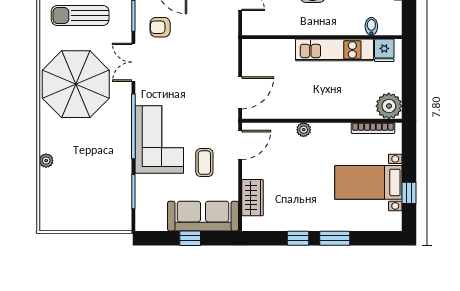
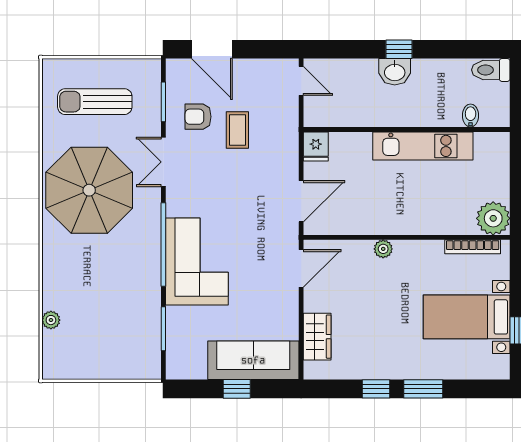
fridge: (384, 50) -> (316, 146), moved
plant: (46, 161) -> (51, 320), moved
coffee table: (204, 163) -> (237, 130), moved

